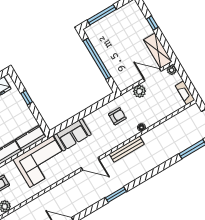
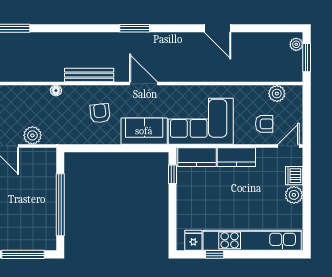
window: (27, 98) -> (172, 174), moved
armchair: (117, 116) -> (100, 113), moved, turned 84

